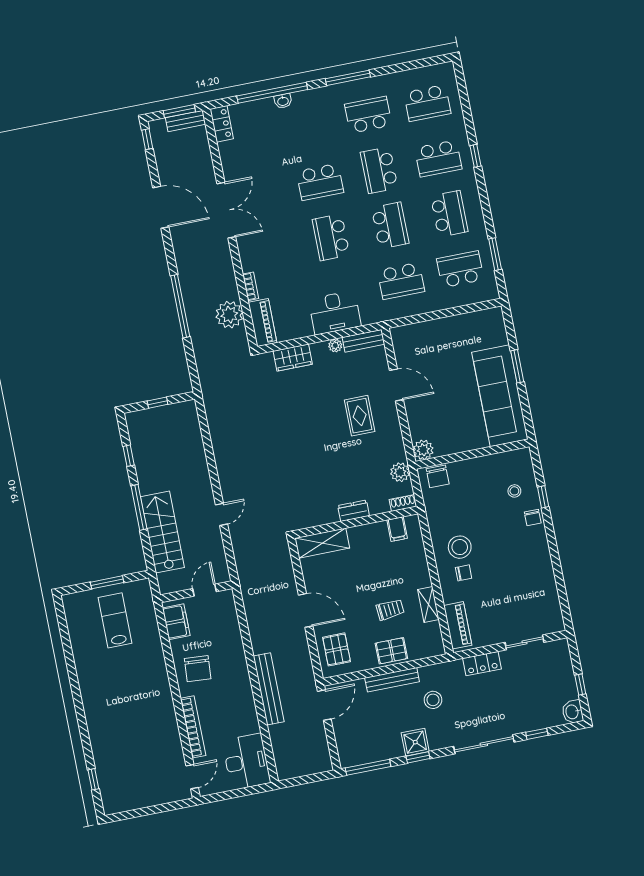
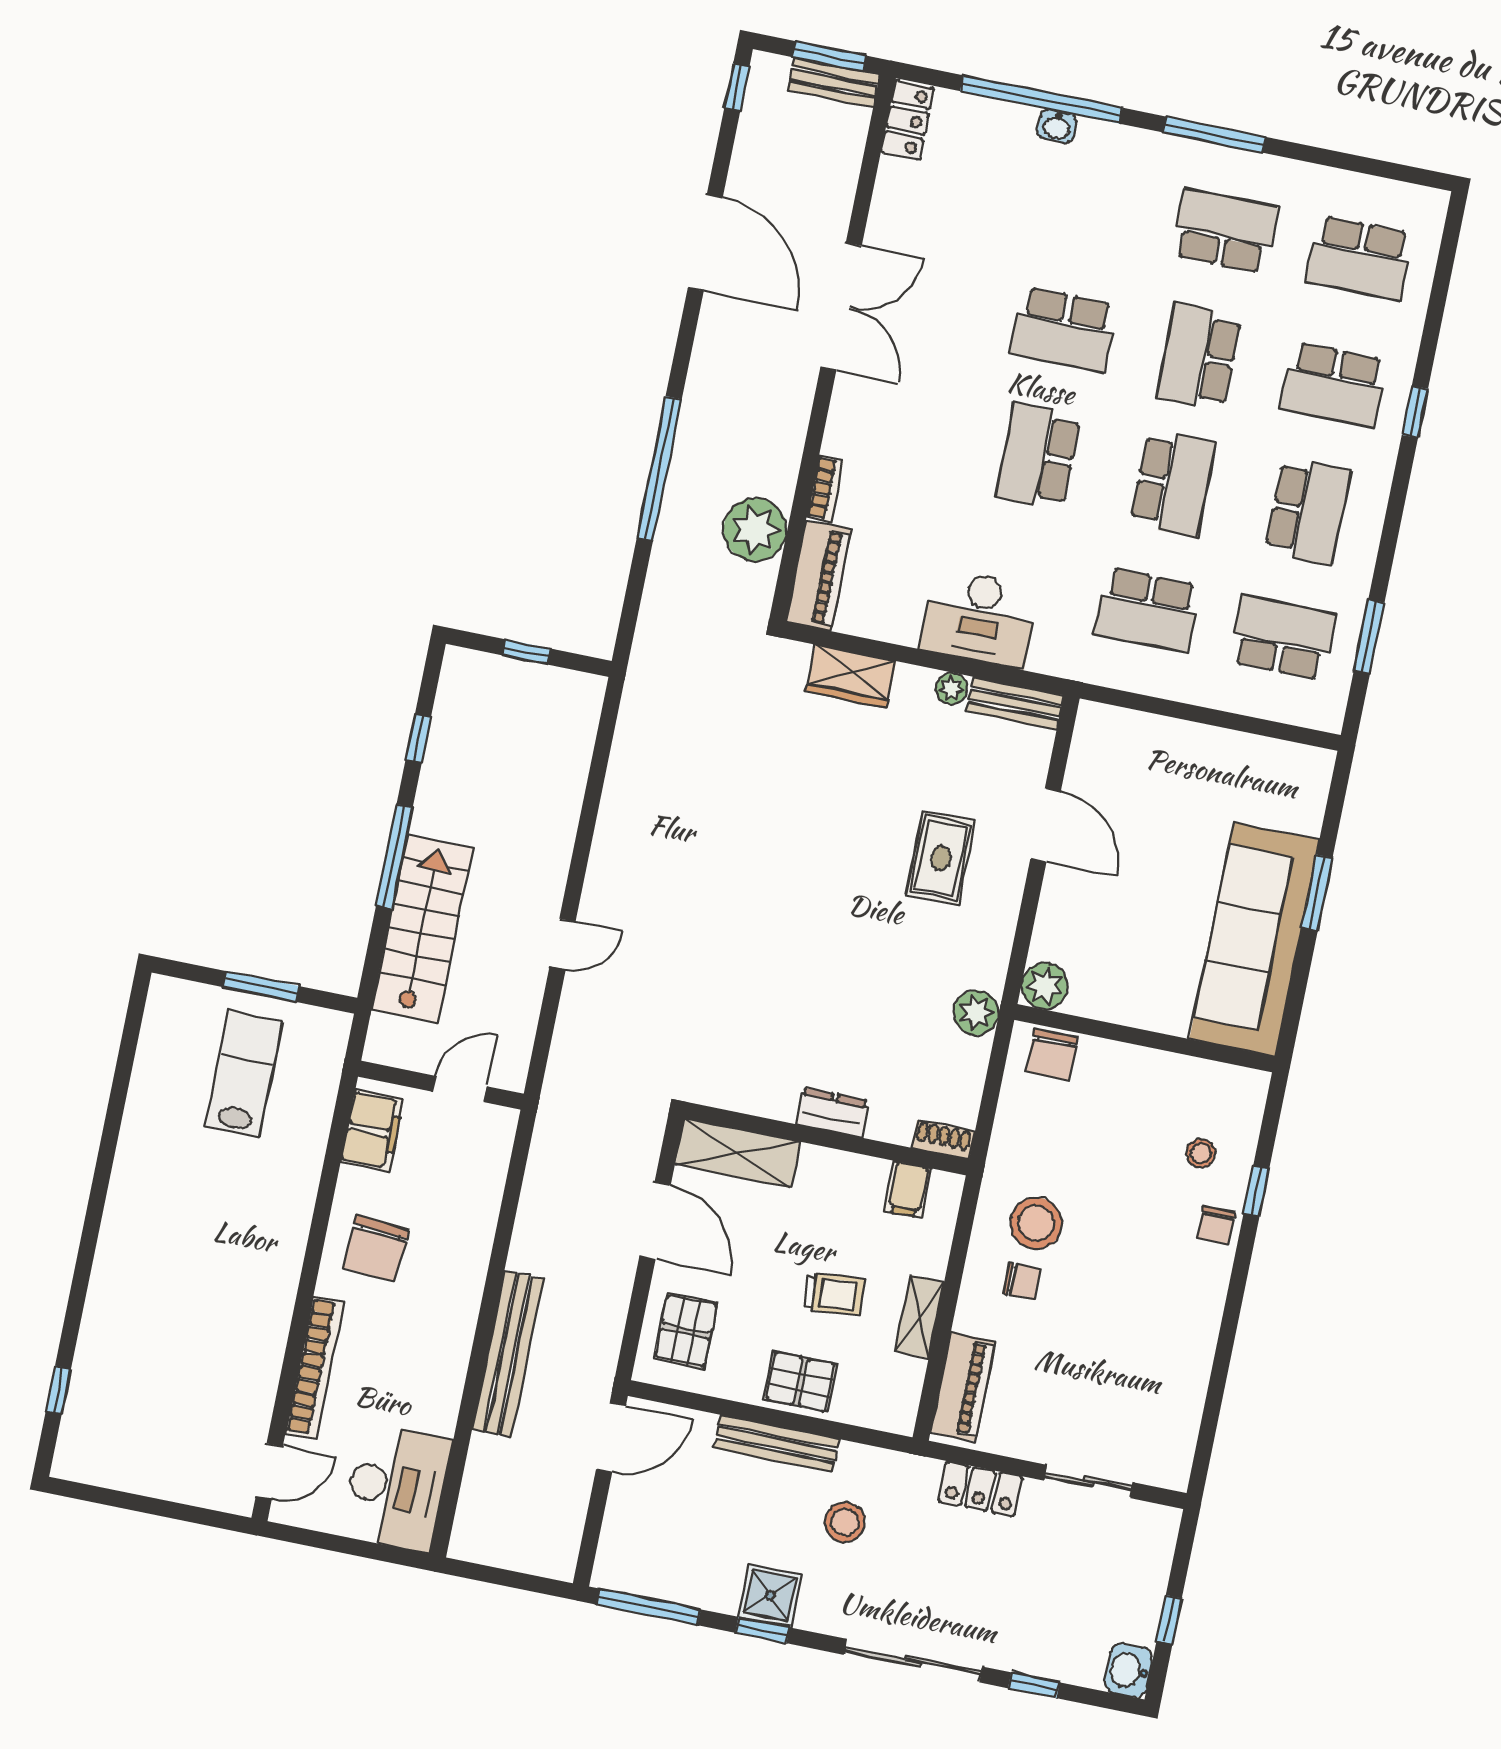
shoe rack: (403, 503) -> (943, 1140), moved
dresser: (354, 511) -> (832, 1112), moved
wall: (356, 522) -> (827, 1139), moved
filing cabinet: (397, 529) -> (908, 1190), moved
shelving: (322, 543) -> (737, 1153), moved

